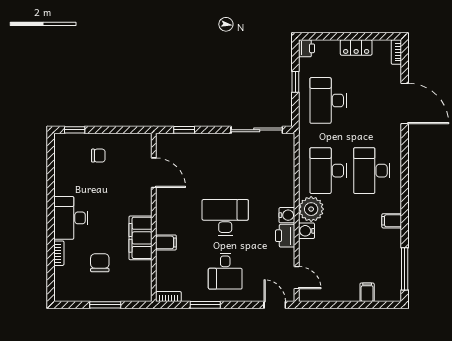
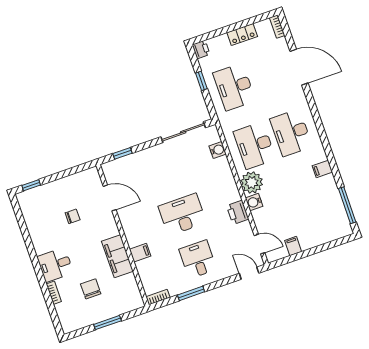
chair: (98, 156) -> (73, 216), moved
water cooler: (287, 215) -> (218, 150), moved
desk: (71, 218) -> (55, 265), width x0.73
desk: (225, 271) -> (198, 259), turned 180
filing cabinet: (367, 292) -> (293, 246), moved

